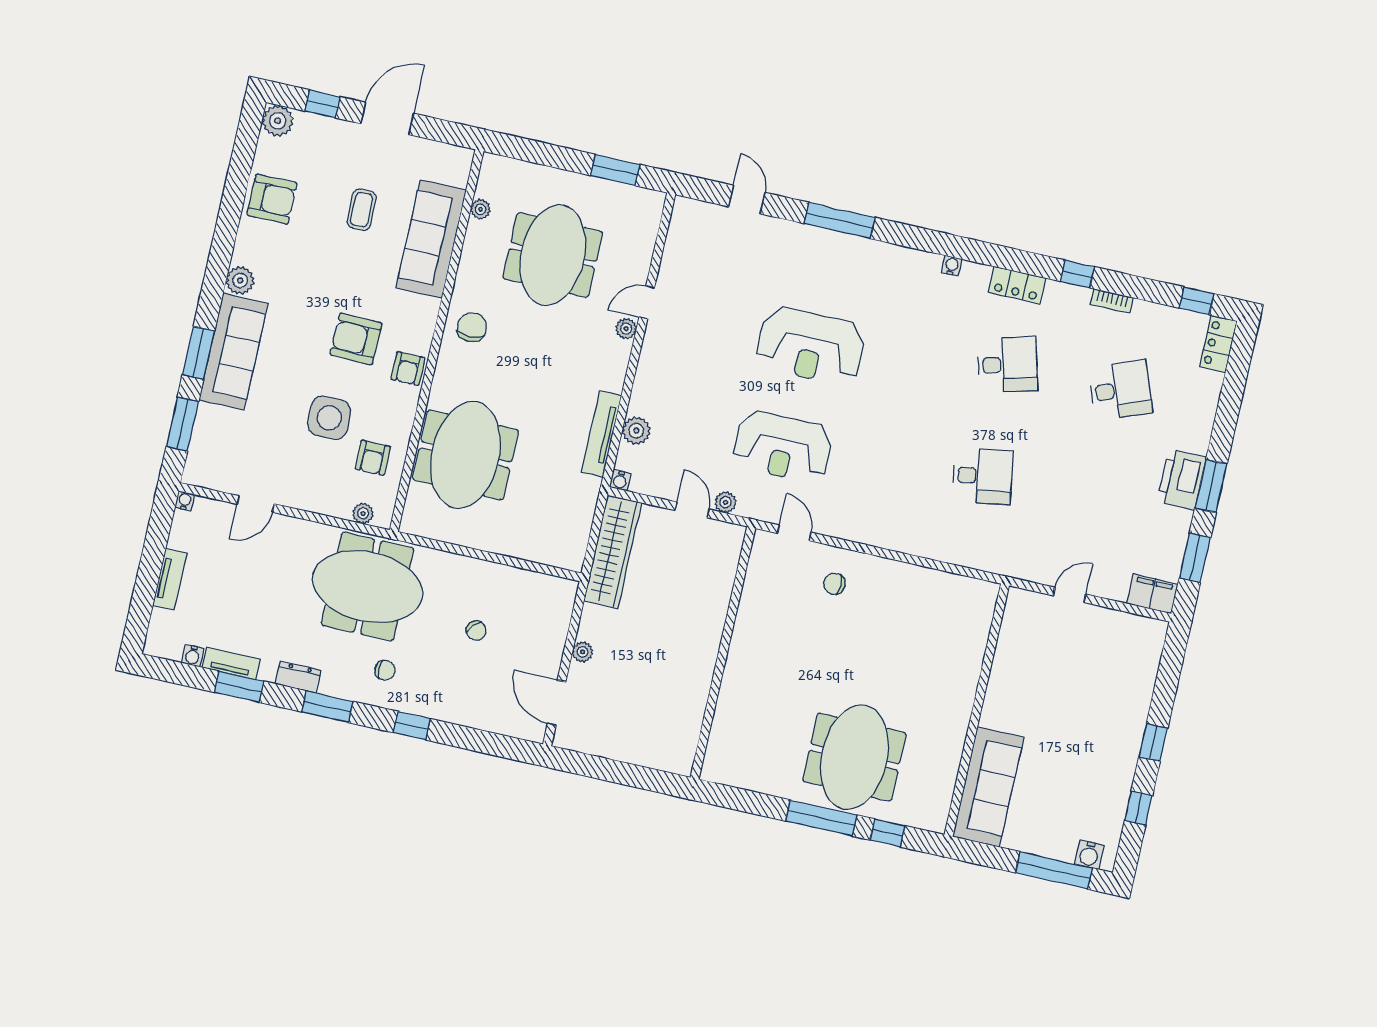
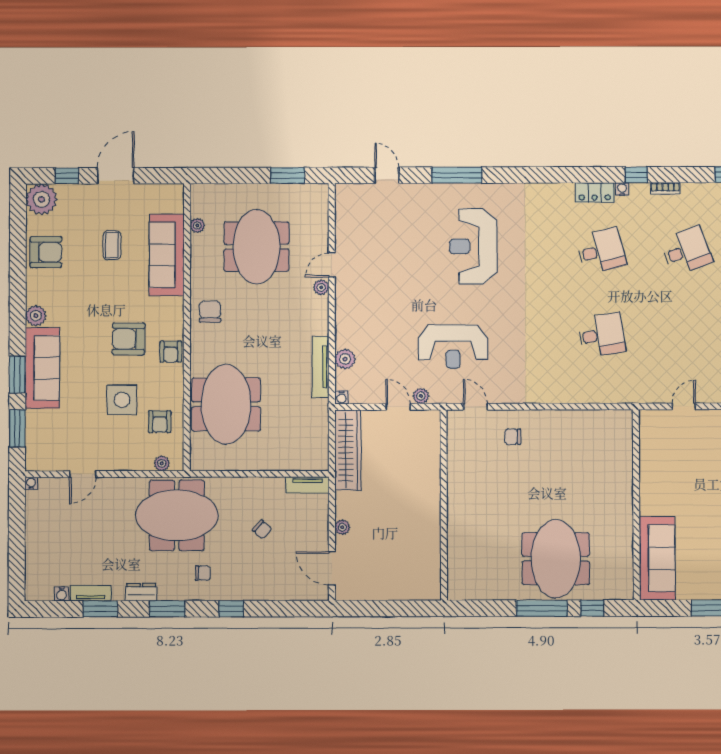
plant: (278, 121) -> (42, 199), width x1.36, depth x1.36
water cooler: (952, 266) -> (622, 189), moved
reception desk: (811, 346) -> (473, 246), moved, turned 90
tv unit: (170, 580) -> (307, 485), moved, turned 90

